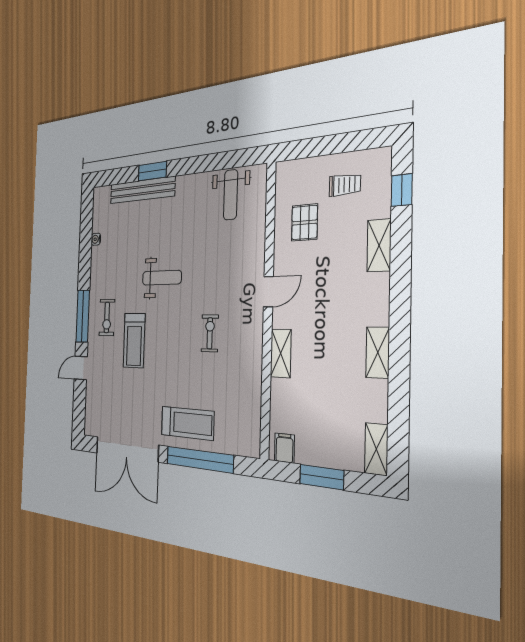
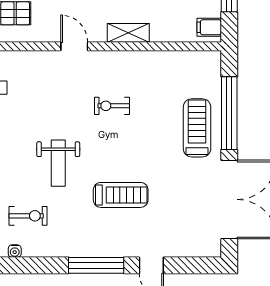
weight bench: (162, 278) -> (58, 163), turned 180
exercise bike: (107, 317) -> (28, 216), moved

